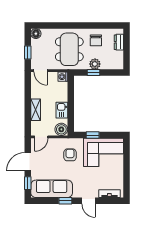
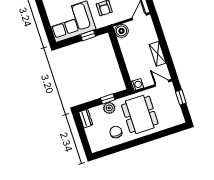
floor lamp: (36, 34) -> (179, 119), removed
dresser: (119, 42) -> (86, 118), moved
shelving: (36, 110) -> (158, 54), moved
kitchen sink: (62, 110) -> (127, 51), removed

